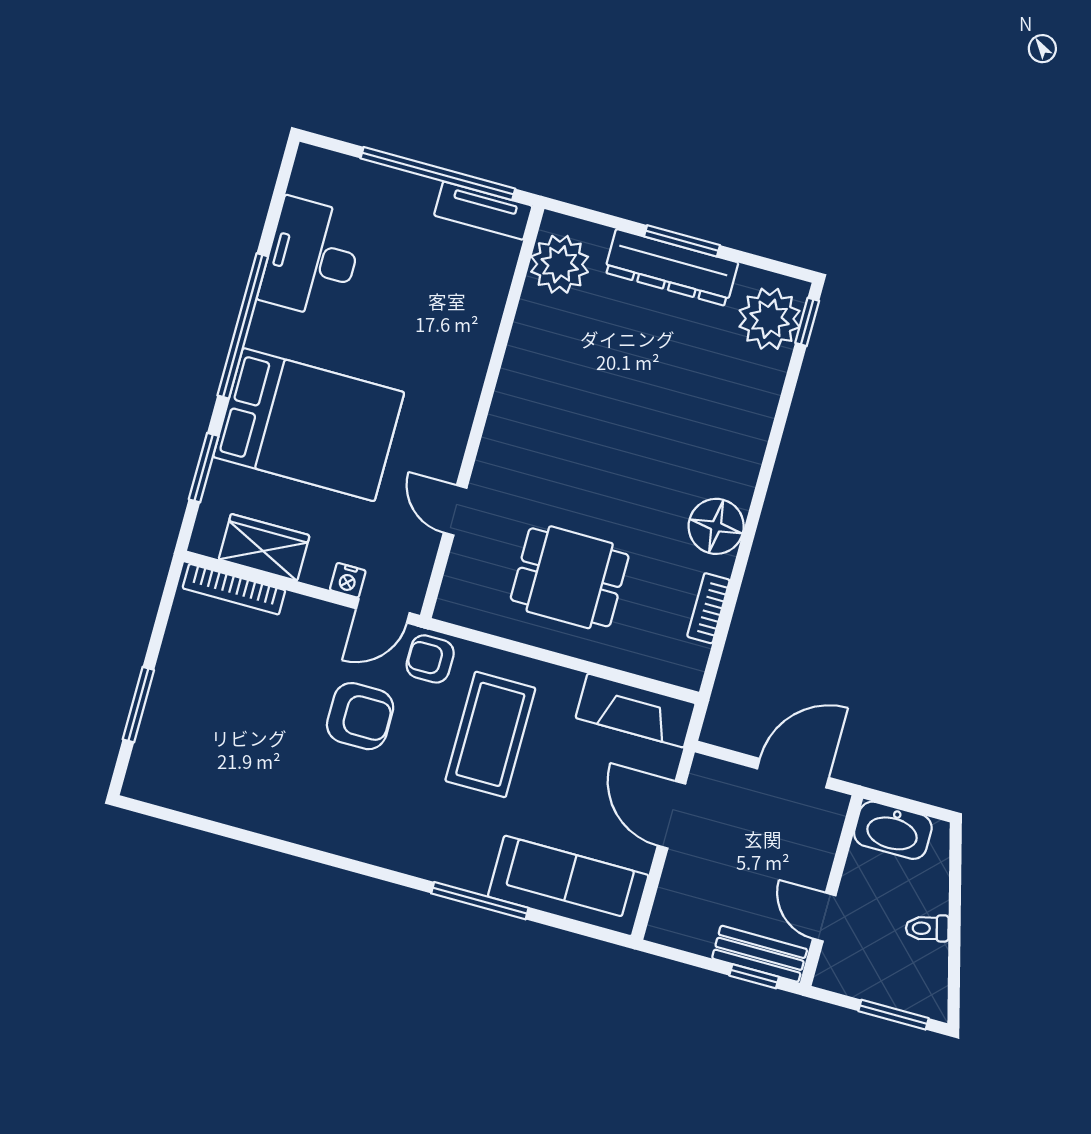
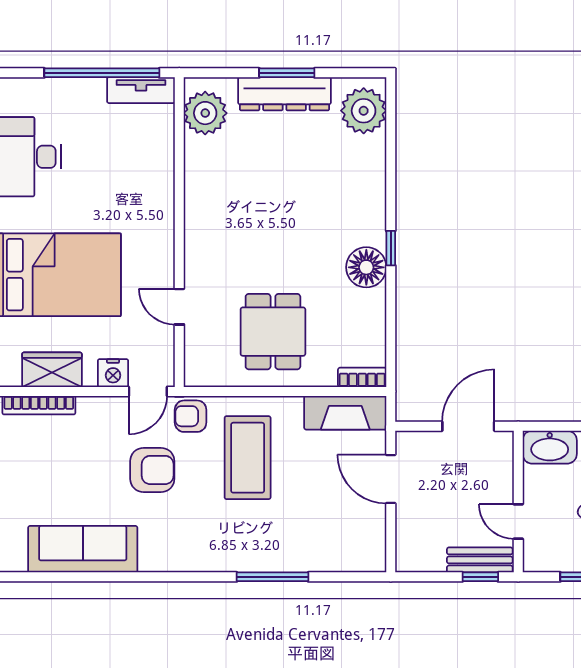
window: (807, 322) -> (391, 248), moved
dining table: (570, 577) -> (273, 332), turned 90
nightstand: (348, 580) -> (113, 373), width x1.39, depth x1.35
bookcase: (708, 608) -> (362, 377), moved, turned 90
sofa: (568, 886) -> (83, 549), moved

